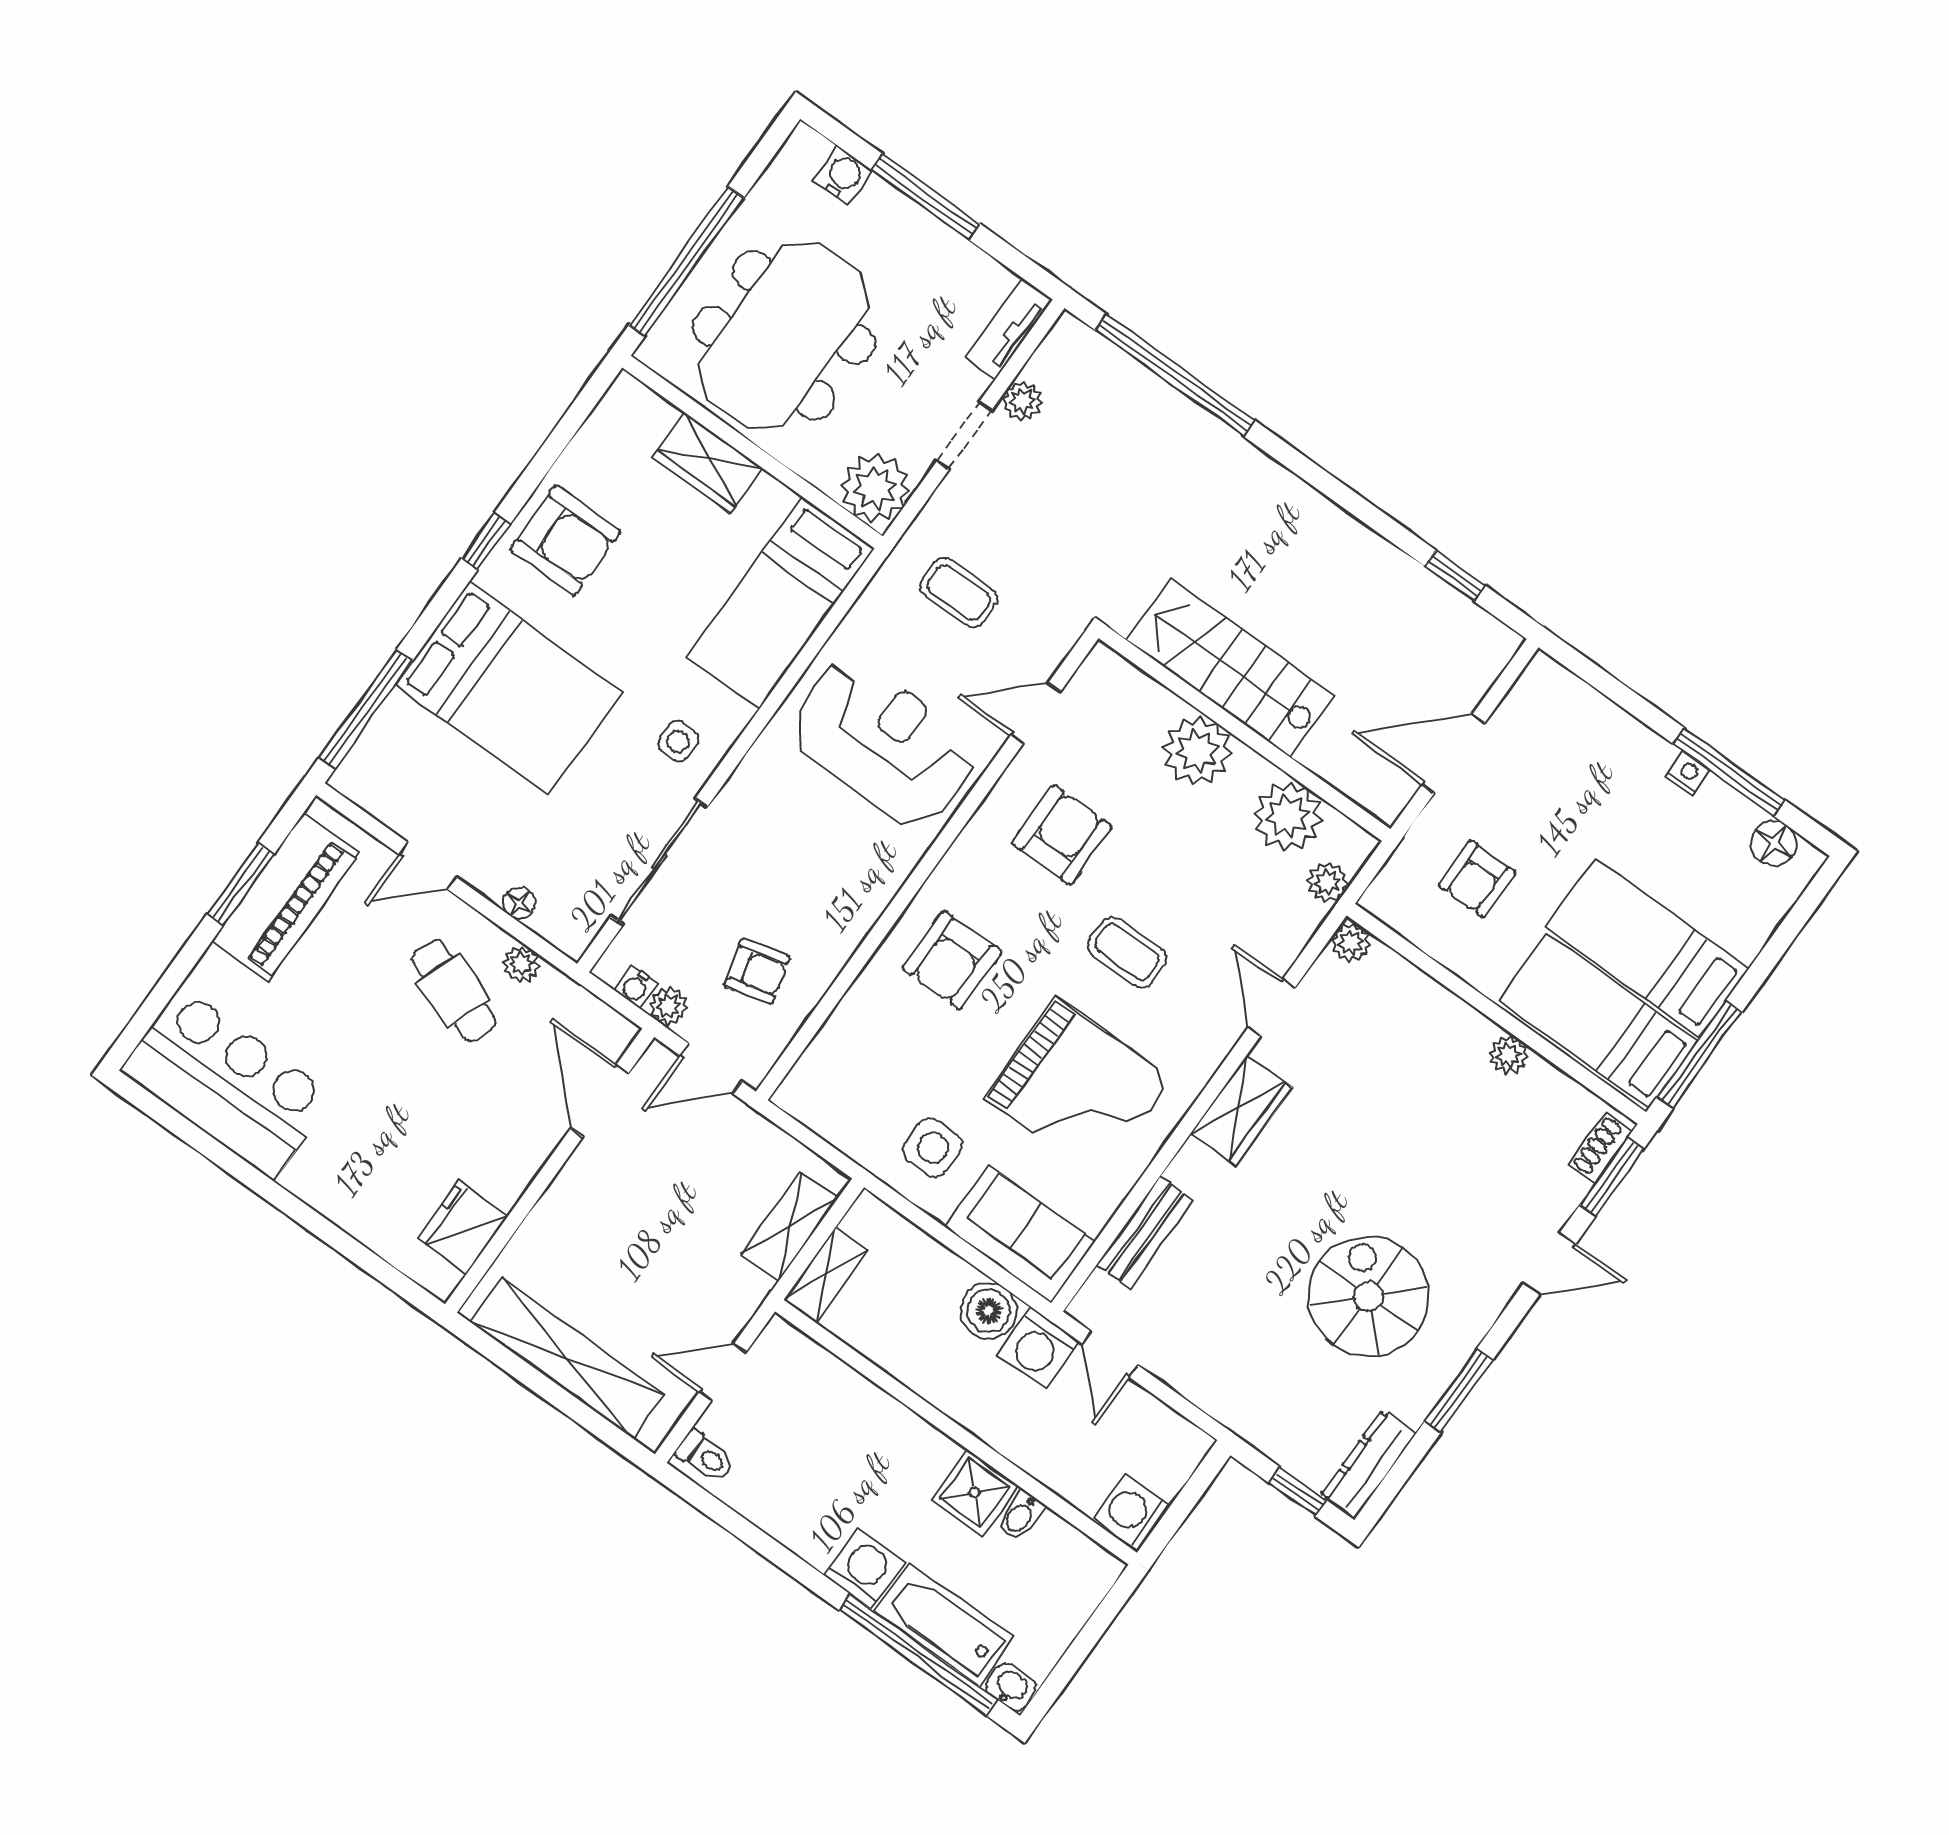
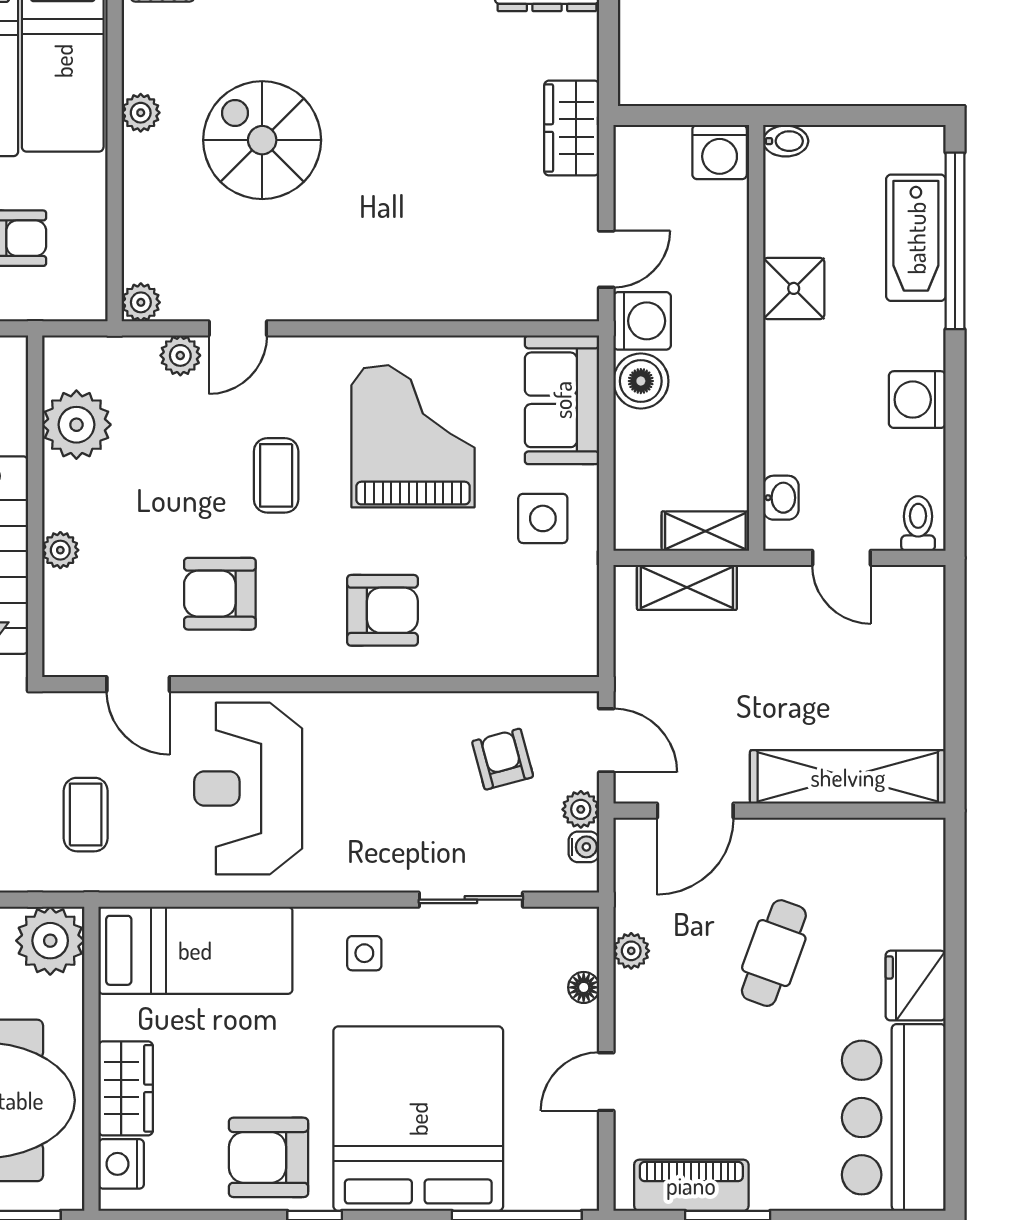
nightstand: (648, 414) -> (121, 1164), added
armchair: (565, 540) -> (269, 1157), turned -90
bed: (509, 688) -> (418, 1119), width x1.36
plant: (1197, 751) -> (60, 550), width x0.53, depth x0.53
sliding door: (659, 862) -> (471, 900), width x0.73
door: (428, 866) -> (606, 1082), swing flipped
plant: (1327, 882) -> (180, 355), moved
piano: (286, 897) -> (691, 1185), width x0.73, depth x0.75
cafe table: (454, 991) -> (774, 953), moved
wardrobe: (1241, 1110) -> (572, 128), moved, turned -90
fridge: (463, 1227) -> (916, 986), moved, turned 90
bench: (1145, 1232) -> (489, 301), removed
spiral stairs: (1368, 1296) -> (262, 140), moved, turned 90
shelving: (567, 1358) -> (848, 777), moved, turned 90
window: (1297, 1491) -> (609, 32), removed
bidet: (1021, 1516) -> (786, 141), moved
washing machine: (864, 1569) -> (917, 400), moved
washbasin: (1011, 1687) -> (781, 498), moved, turned 180

